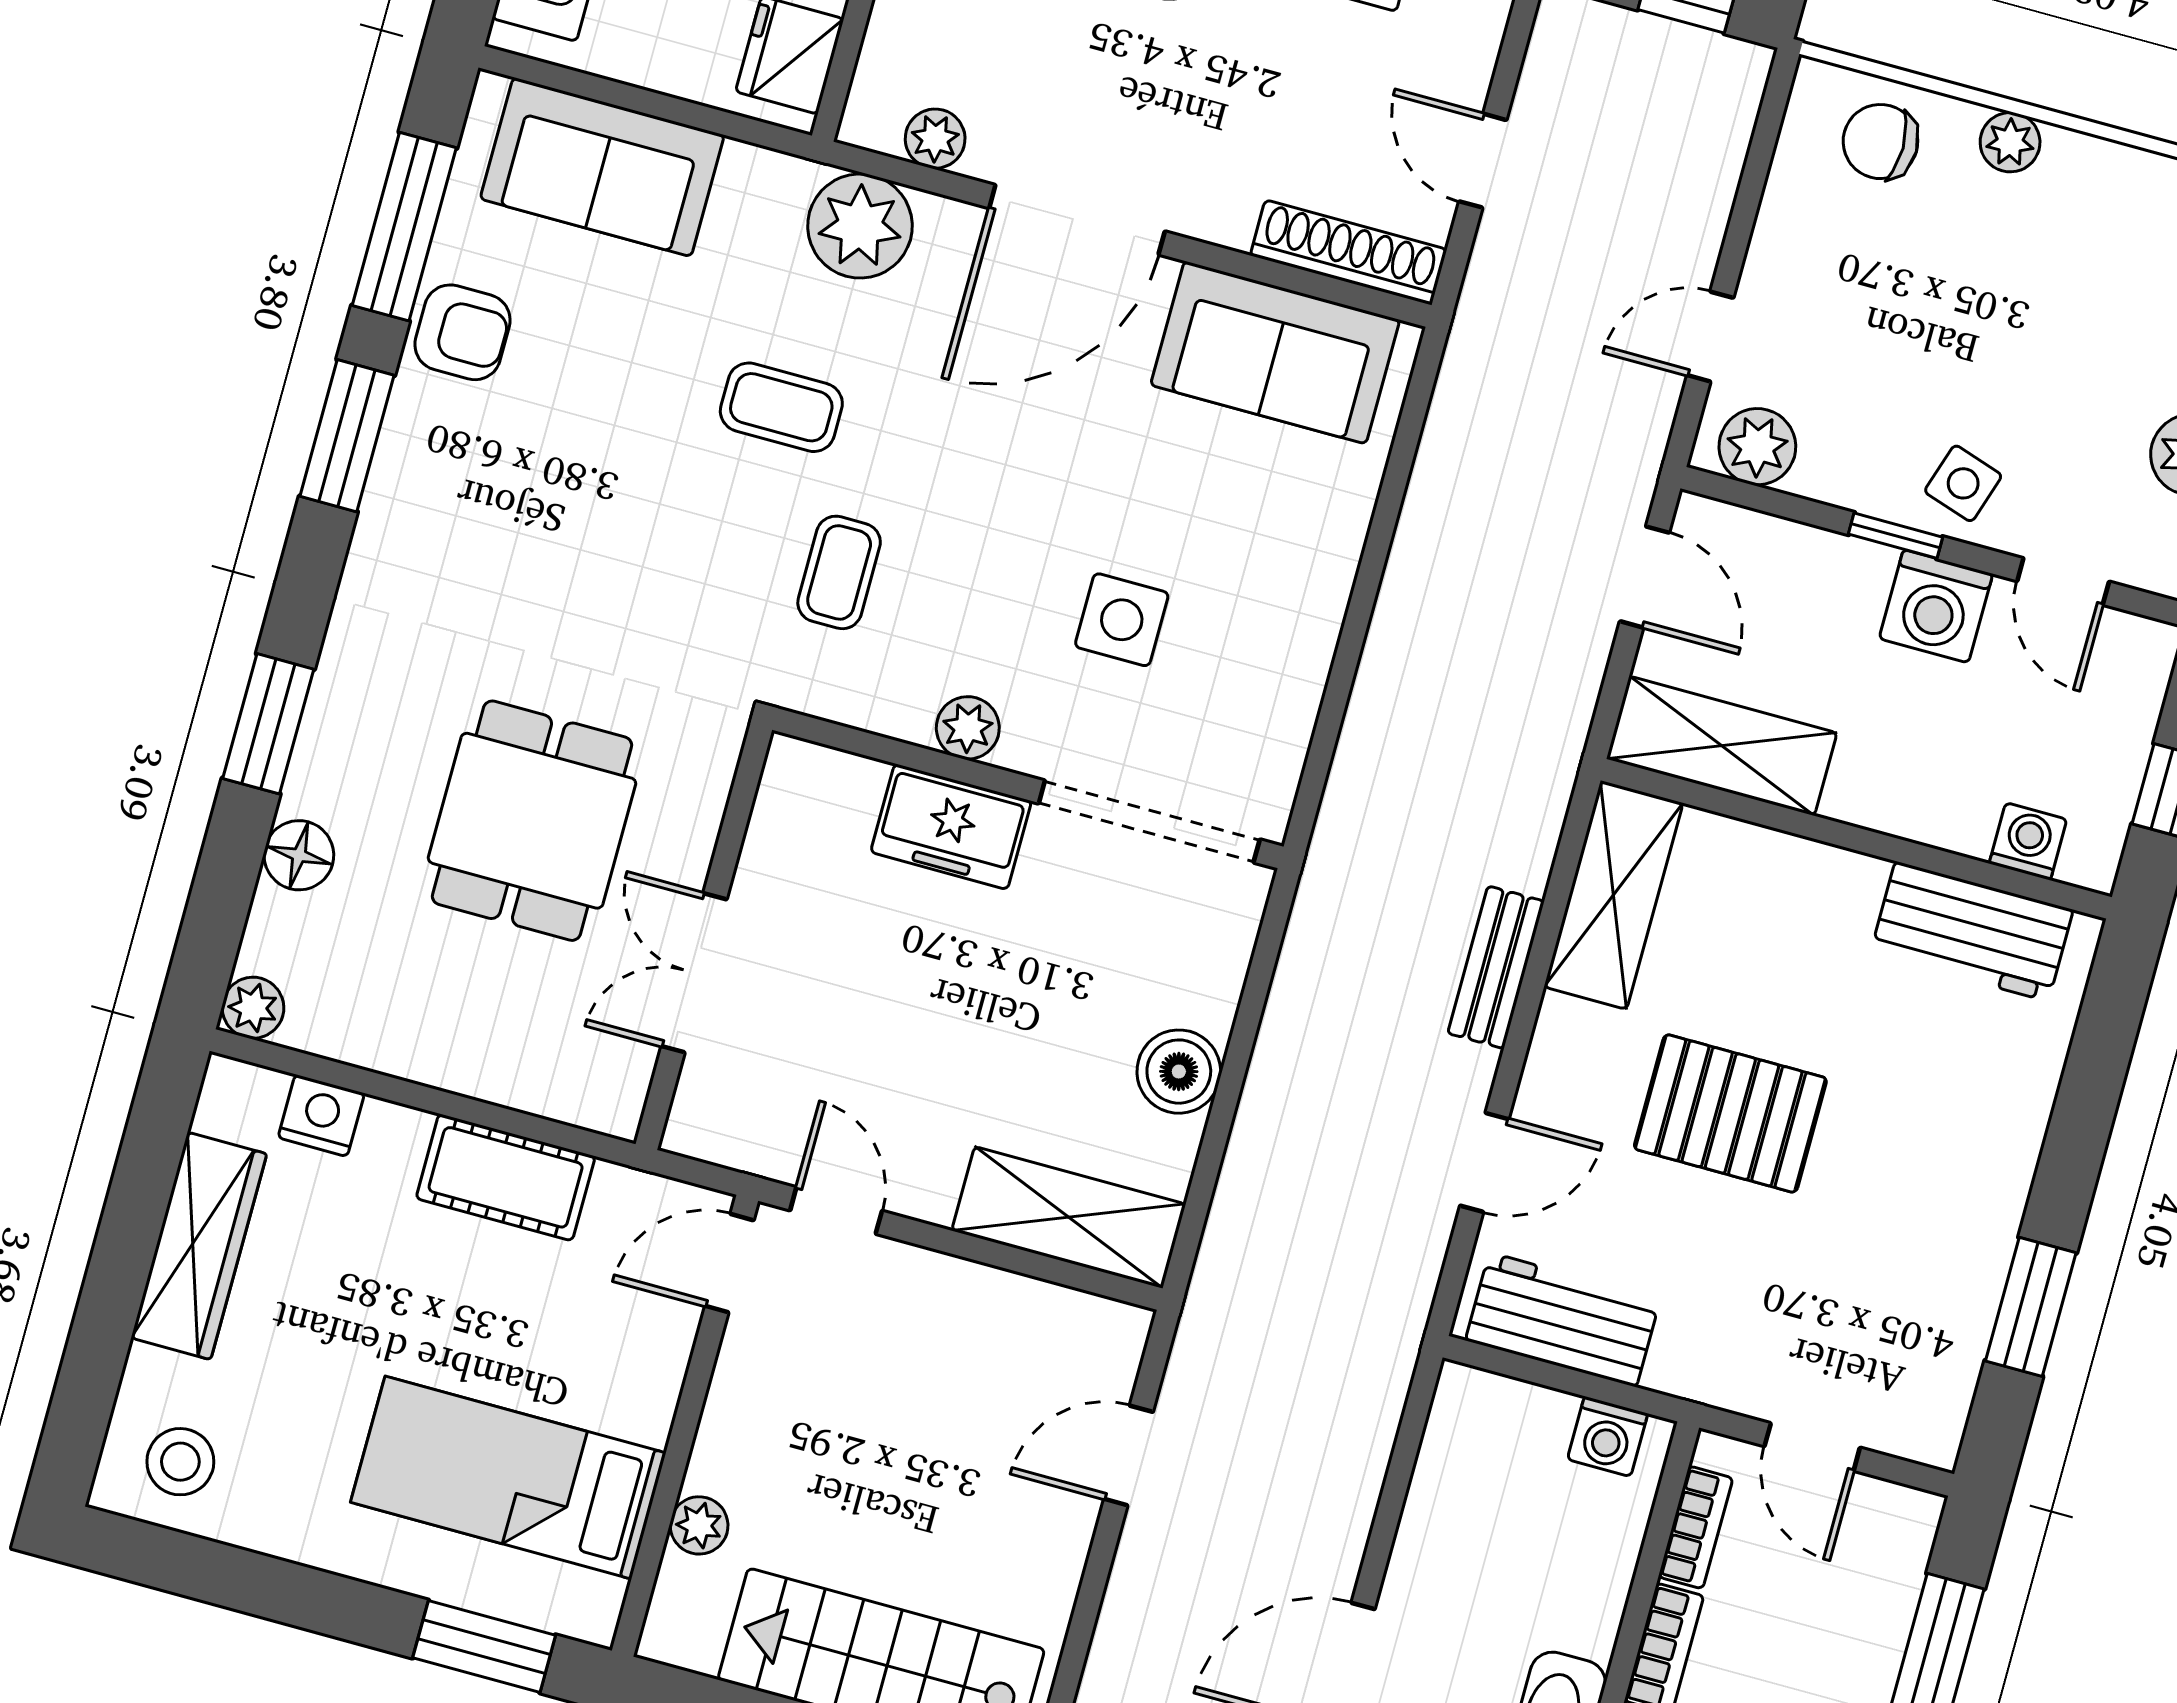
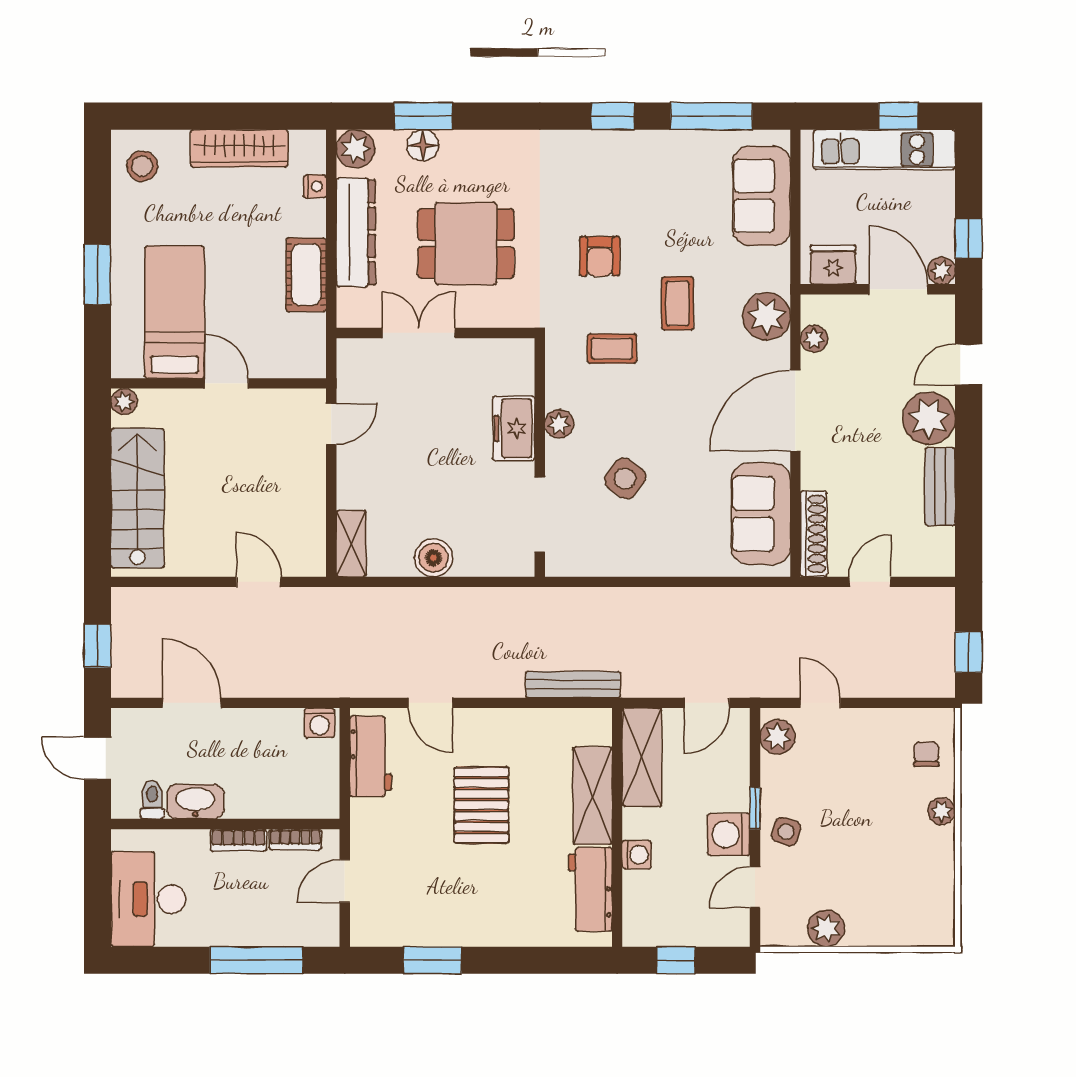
chair: (1880, 142) -> (926, 754), width x0.73, depth x0.73
door: (1077, 220) -> (795, 411), hinge flipped
armchair: (463, 332) -> (600, 256), moved
window: (347, 436) -> (613, 116), width x0.67
side table: (1122, 620) -> (625, 478), turned 36
window: (268, 724) -> (423, 116), moved
doorway: (1149, 821) -> (540, 515), width x0.73
washing machine: (2028, 841) -> (637, 855), moved
shelving: (1613, 895) -> (593, 796), moved, turned 90
bench: (1496, 967) -> (573, 685), moved, width x1.36
plant: (253, 1008) -> (356, 149), width x1.38, depth x1.38
dresser: (444, 1048) -> (356, 232), added
nightstand: (321, 1116) -> (315, 186), width x0.72, depth x0.74
shelving: (1069, 1217) -> (351, 544), width x0.67, depth x0.75
door: (729, 1263) -> (227, 383), moved
washing machine: (1608, 1437) -> (319, 723), moved, turned -90
plant: (699, 1525) -> (124, 402), moved
window: (484, 1646) -> (98, 275), moved

